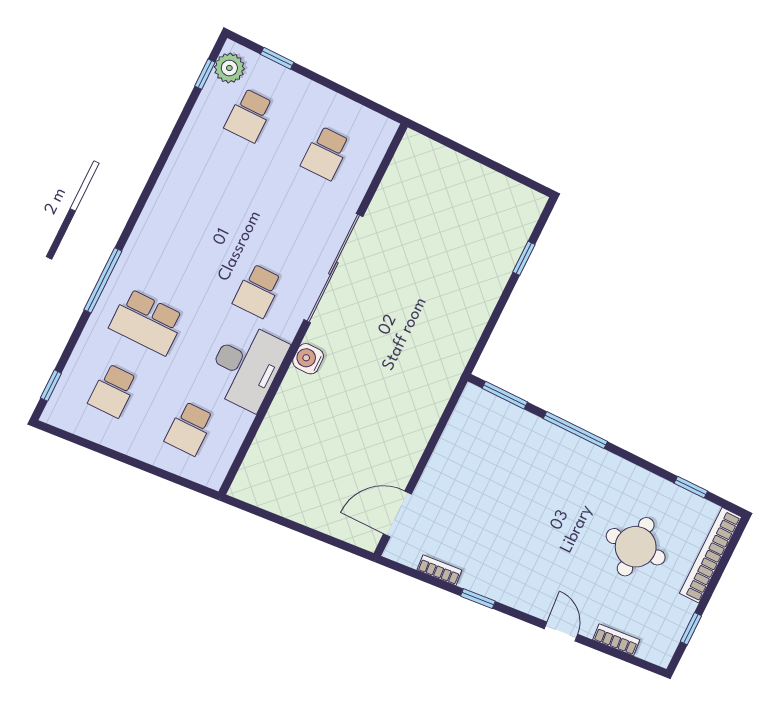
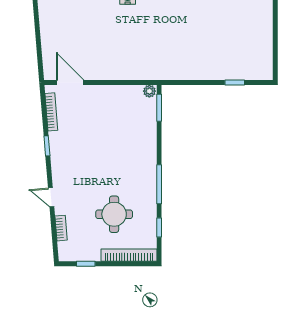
plant: (472, 397) -> (149, 91), added
window: (575, 430) -> (159, 184), moved
bookcase: (439, 570) -> (51, 112), width x1.56
door: (561, 632) -> (51, 197), swing flipped

